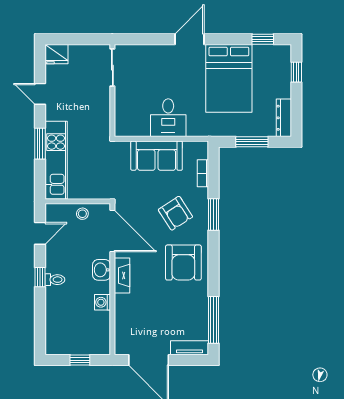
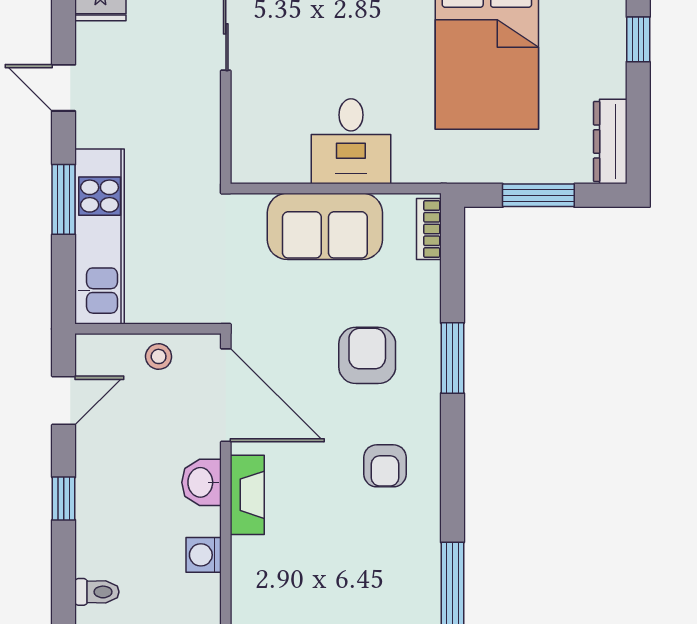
bookcase: (203, 173) -> (429, 229), moved
armchair: (175, 213) -> (367, 355), turned -147
armchair: (183, 263) -> (385, 466), width x0.53, depth x0.53
toilet: (55, 280) -> (97, 592), moved

